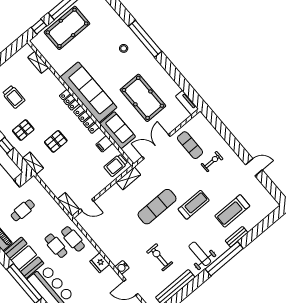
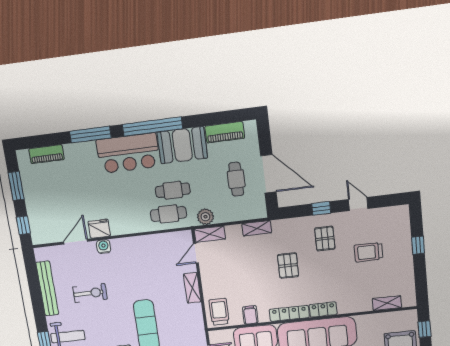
shelving: (33, 163) -> (257, 228), moved
shelving: (128, 178) -> (192, 288), moved
plant: (59, 214) -> (205, 217), added
fridge: (100, 263) -> (99, 229), moved

